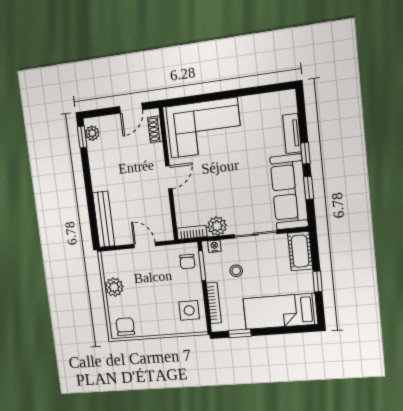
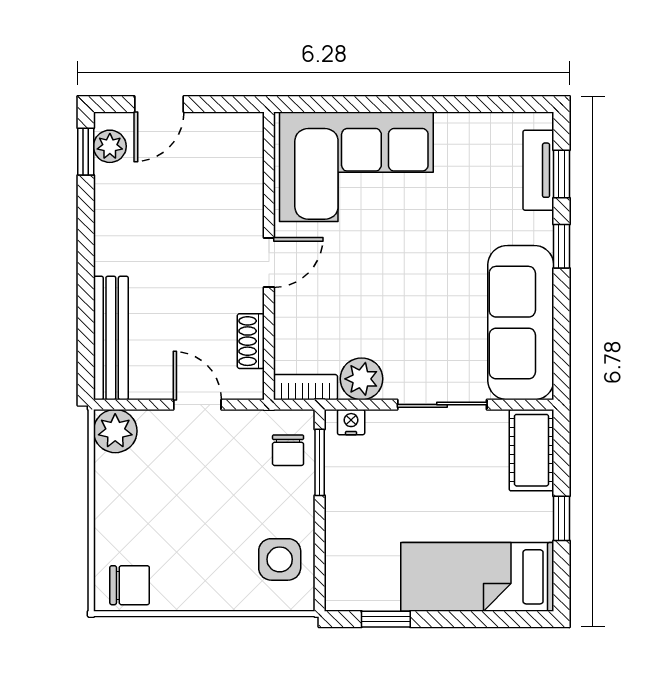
door: (131, 108) -> (159, 104), moved
shoe rack: (155, 129) -> (251, 341), moved
tv unit: (292, 133) -> (538, 170), moved
window: (309, 188) -> (562, 174), moved
stool: (236, 271) -> (392, 480), removed
plant: (114, 287) -> (115, 431), moved
bookcase: (214, 303) -> (336, 547), removed
chair: (125, 327) -> (130, 585), turned 90

